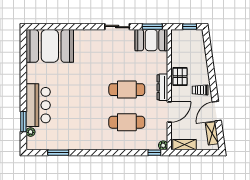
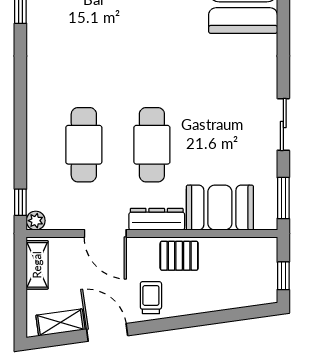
booth: (151, 40) -> (220, 208), moved, turned 90

